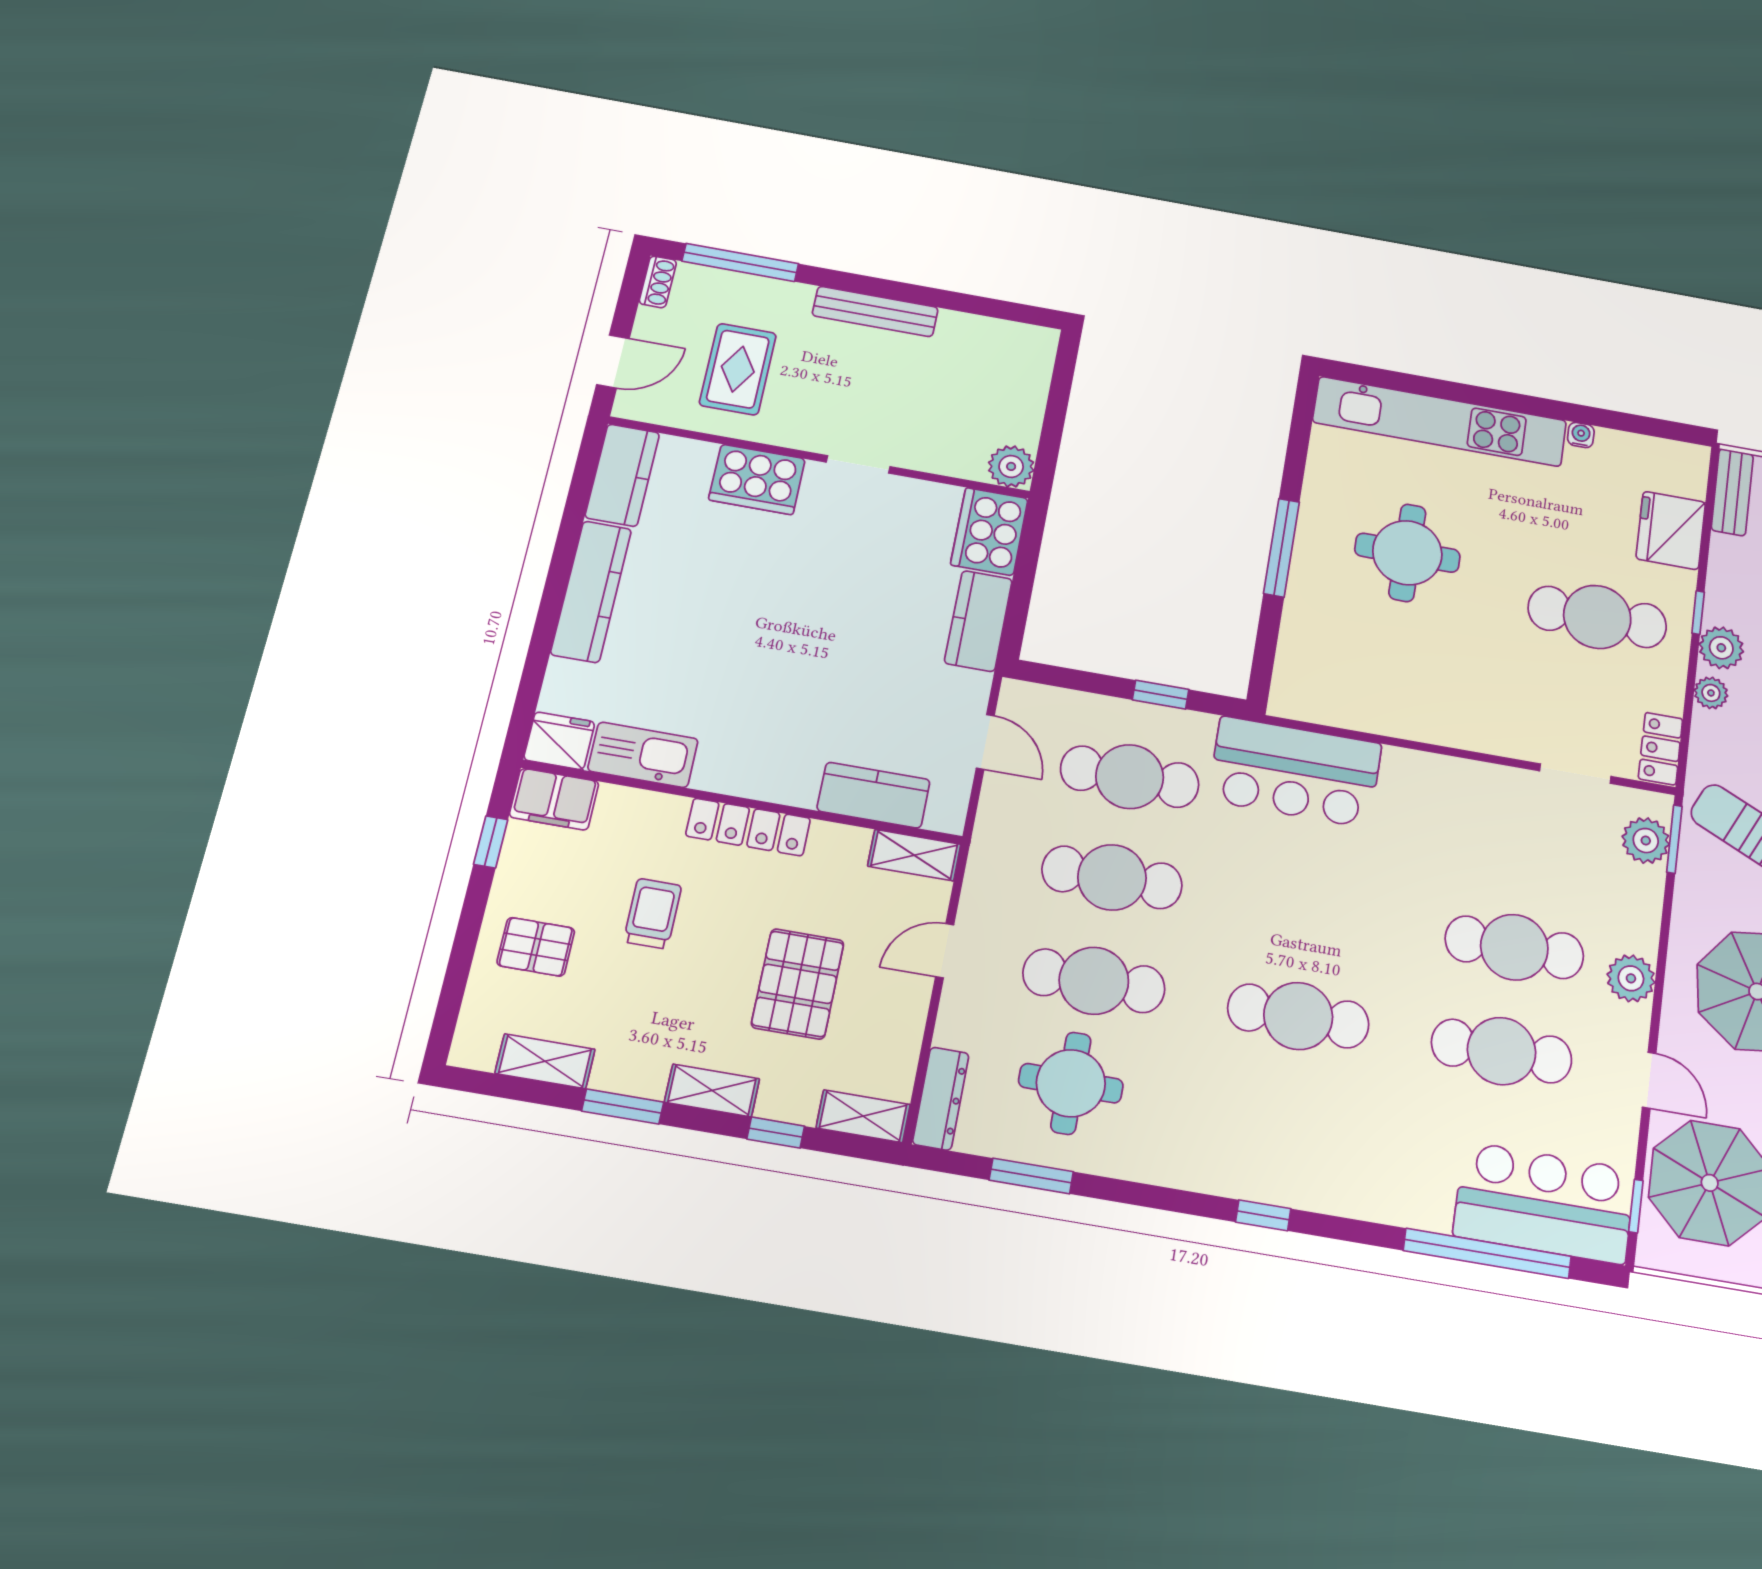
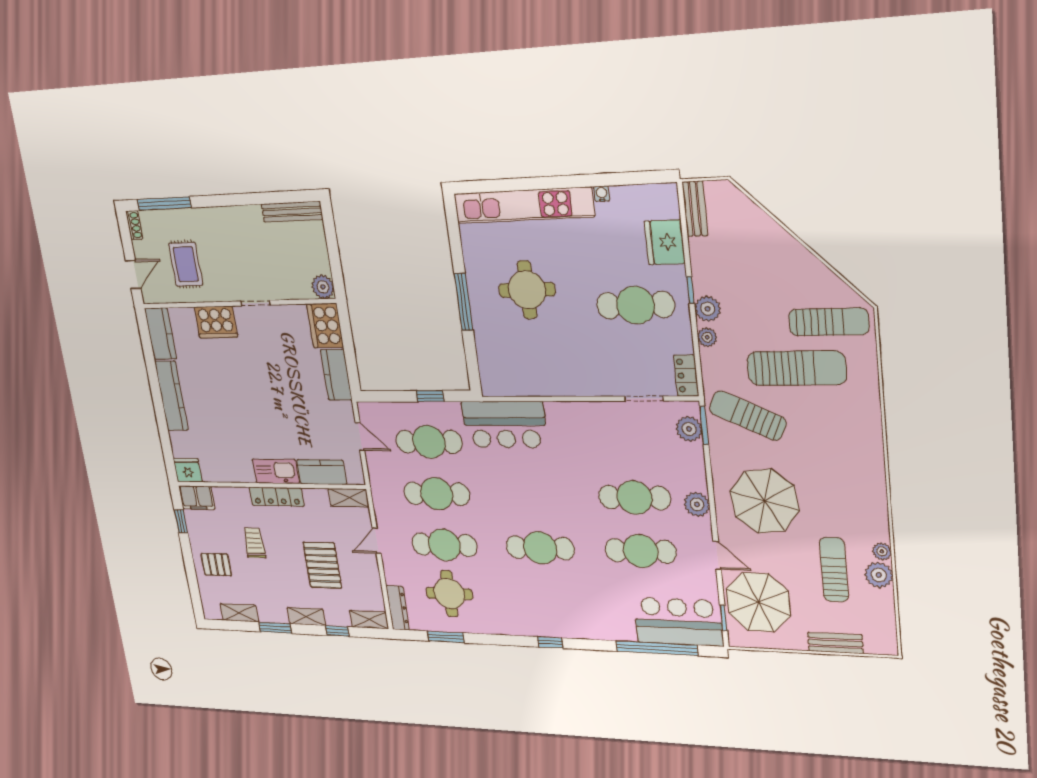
bench: (875, 311) -> (292, 212), moved
kitchen sink: (643, 755) -> (276, 471), moved

